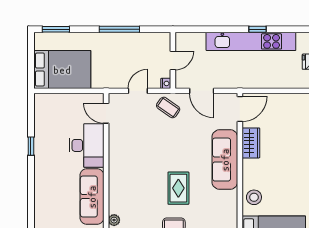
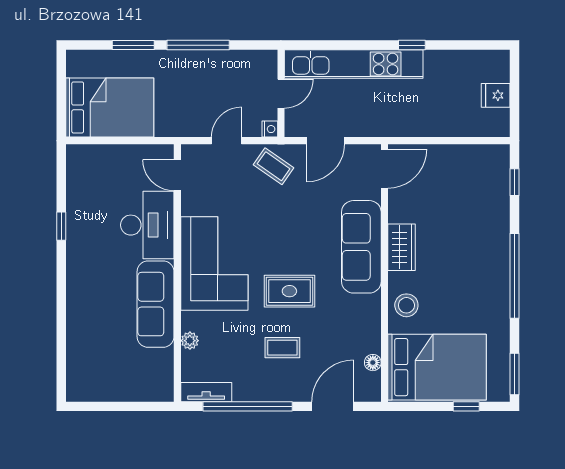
window: (56, 29) -> (133, 45), moved
kitchen unit: (251, 41) -> (354, 64), moved
door: (202, 91) -> (325, 141), hinge flipped
wardrobe: (251, 143) -> (402, 247), moved
corner sofa: (130, 170) -> (214, 263), added
rug: (178, 188) -> (289, 291), turned 90

